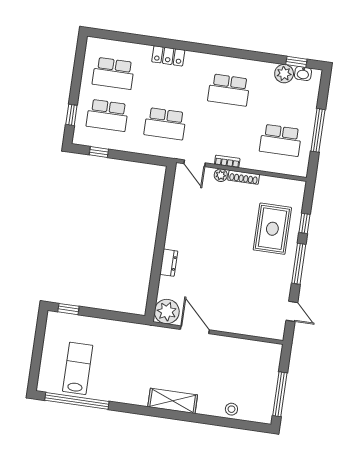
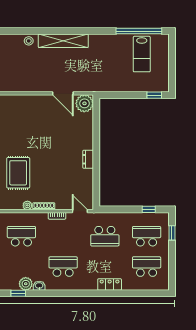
washbasin: (303, 74) -> (39, 286), moved
school desk: (165, 124) -> (105, 236), turned 180
plant: (221, 175) -> (27, 205), moved
dresser: (169, 263) -> (88, 159), moved
shelving: (173, 401) -> (63, 41), width x1.47

